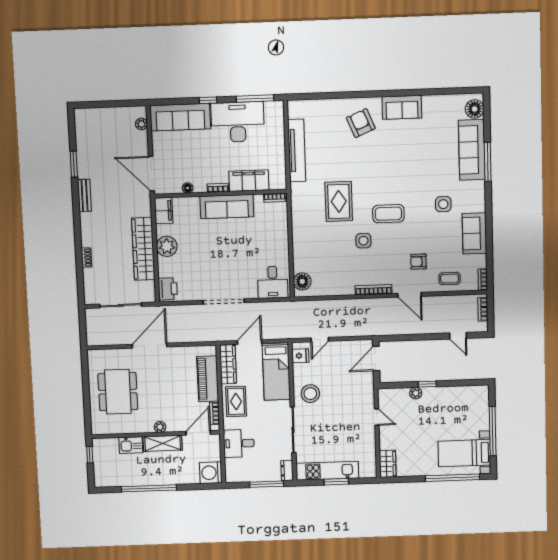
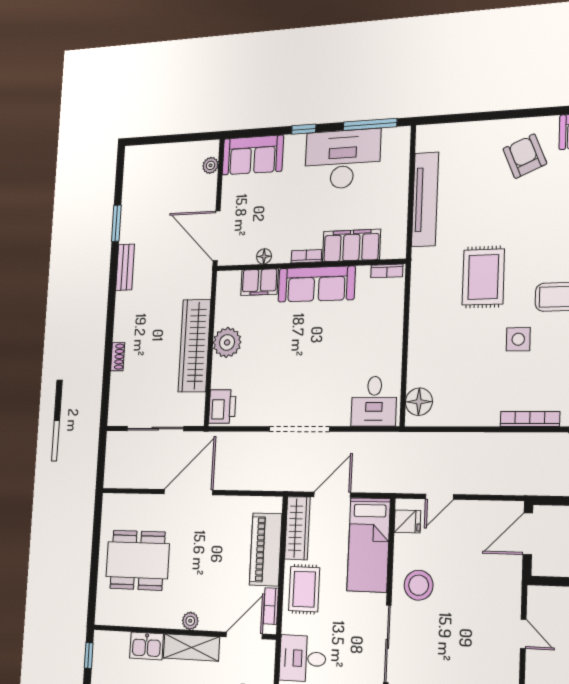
sofa: (180, 117) -> (253, 155), width x0.73
filing cabinet: (164, 211) -> (259, 282), moved, turned 90
dining table: (118, 392) -> (138, 560), turned 90

